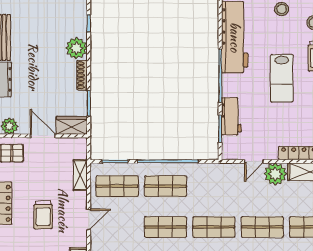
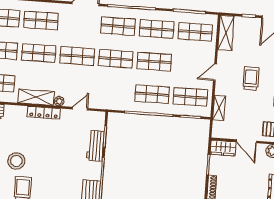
lab bench: (282, 78) -> (53, 173), removed
plant: (275, 174) -> (59, 101), width x0.53, depth x0.53

